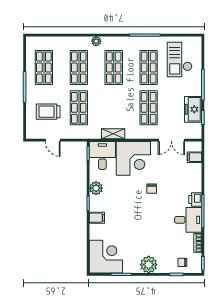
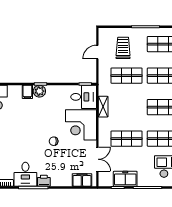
double door: (171, 140) -> (97, 159), swing flipped
filing cabinet: (194, 157) -> (82, 180), width x2.00
plant: (96, 188) -> (39, 91), moved

